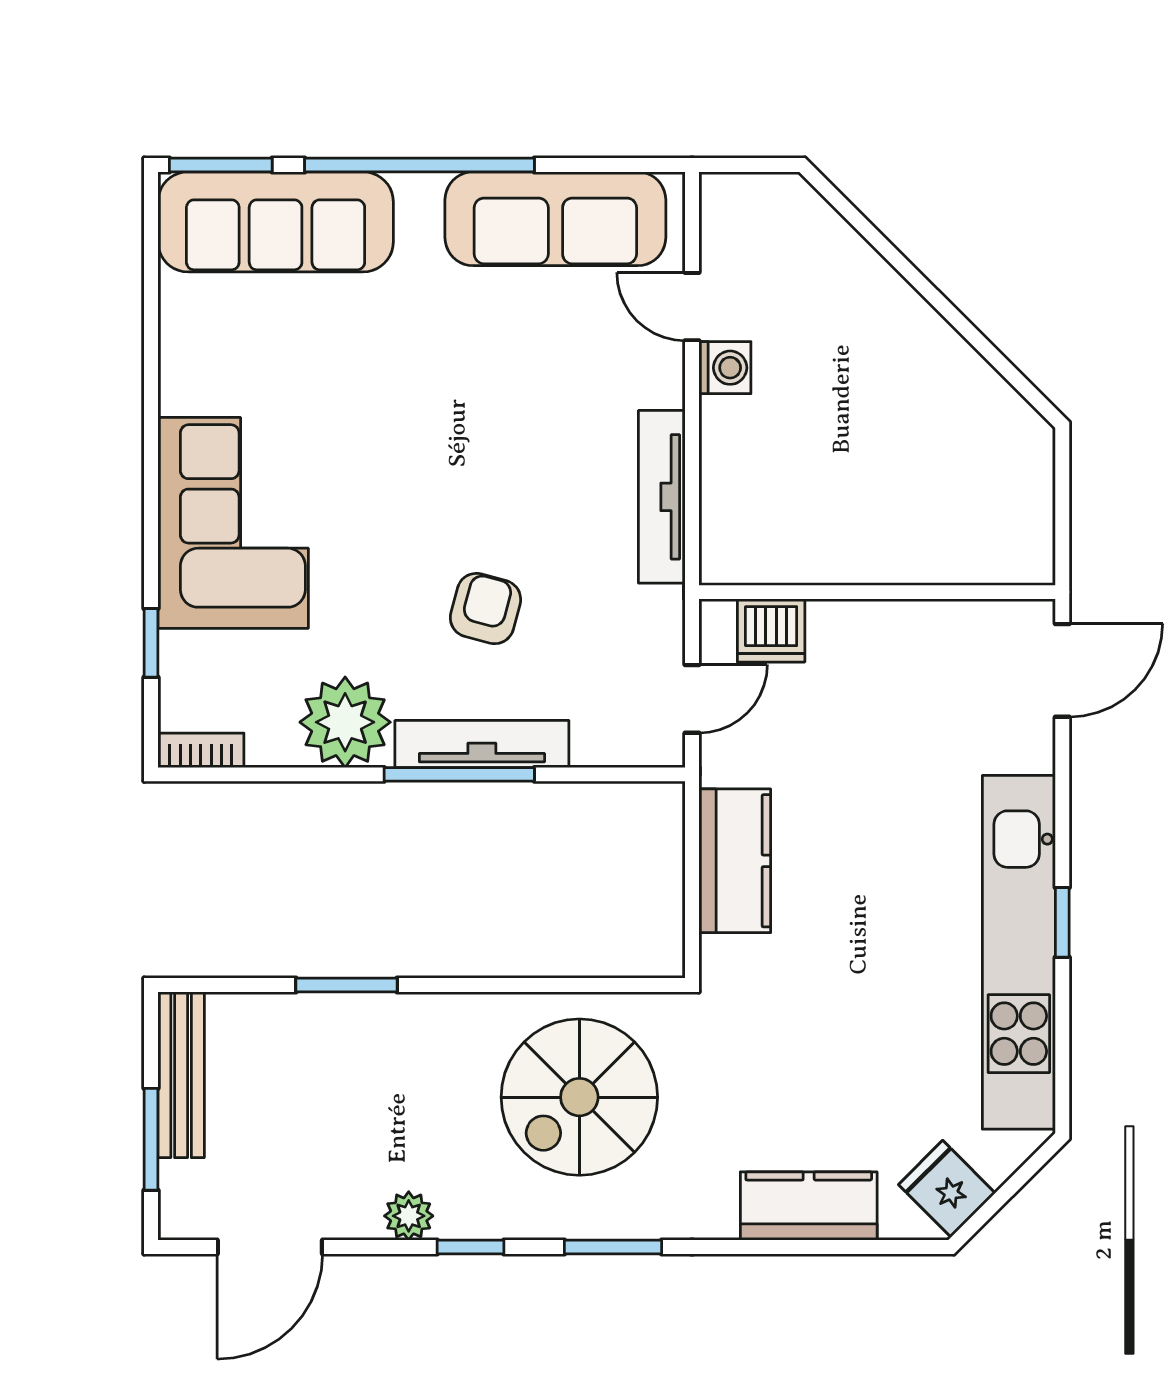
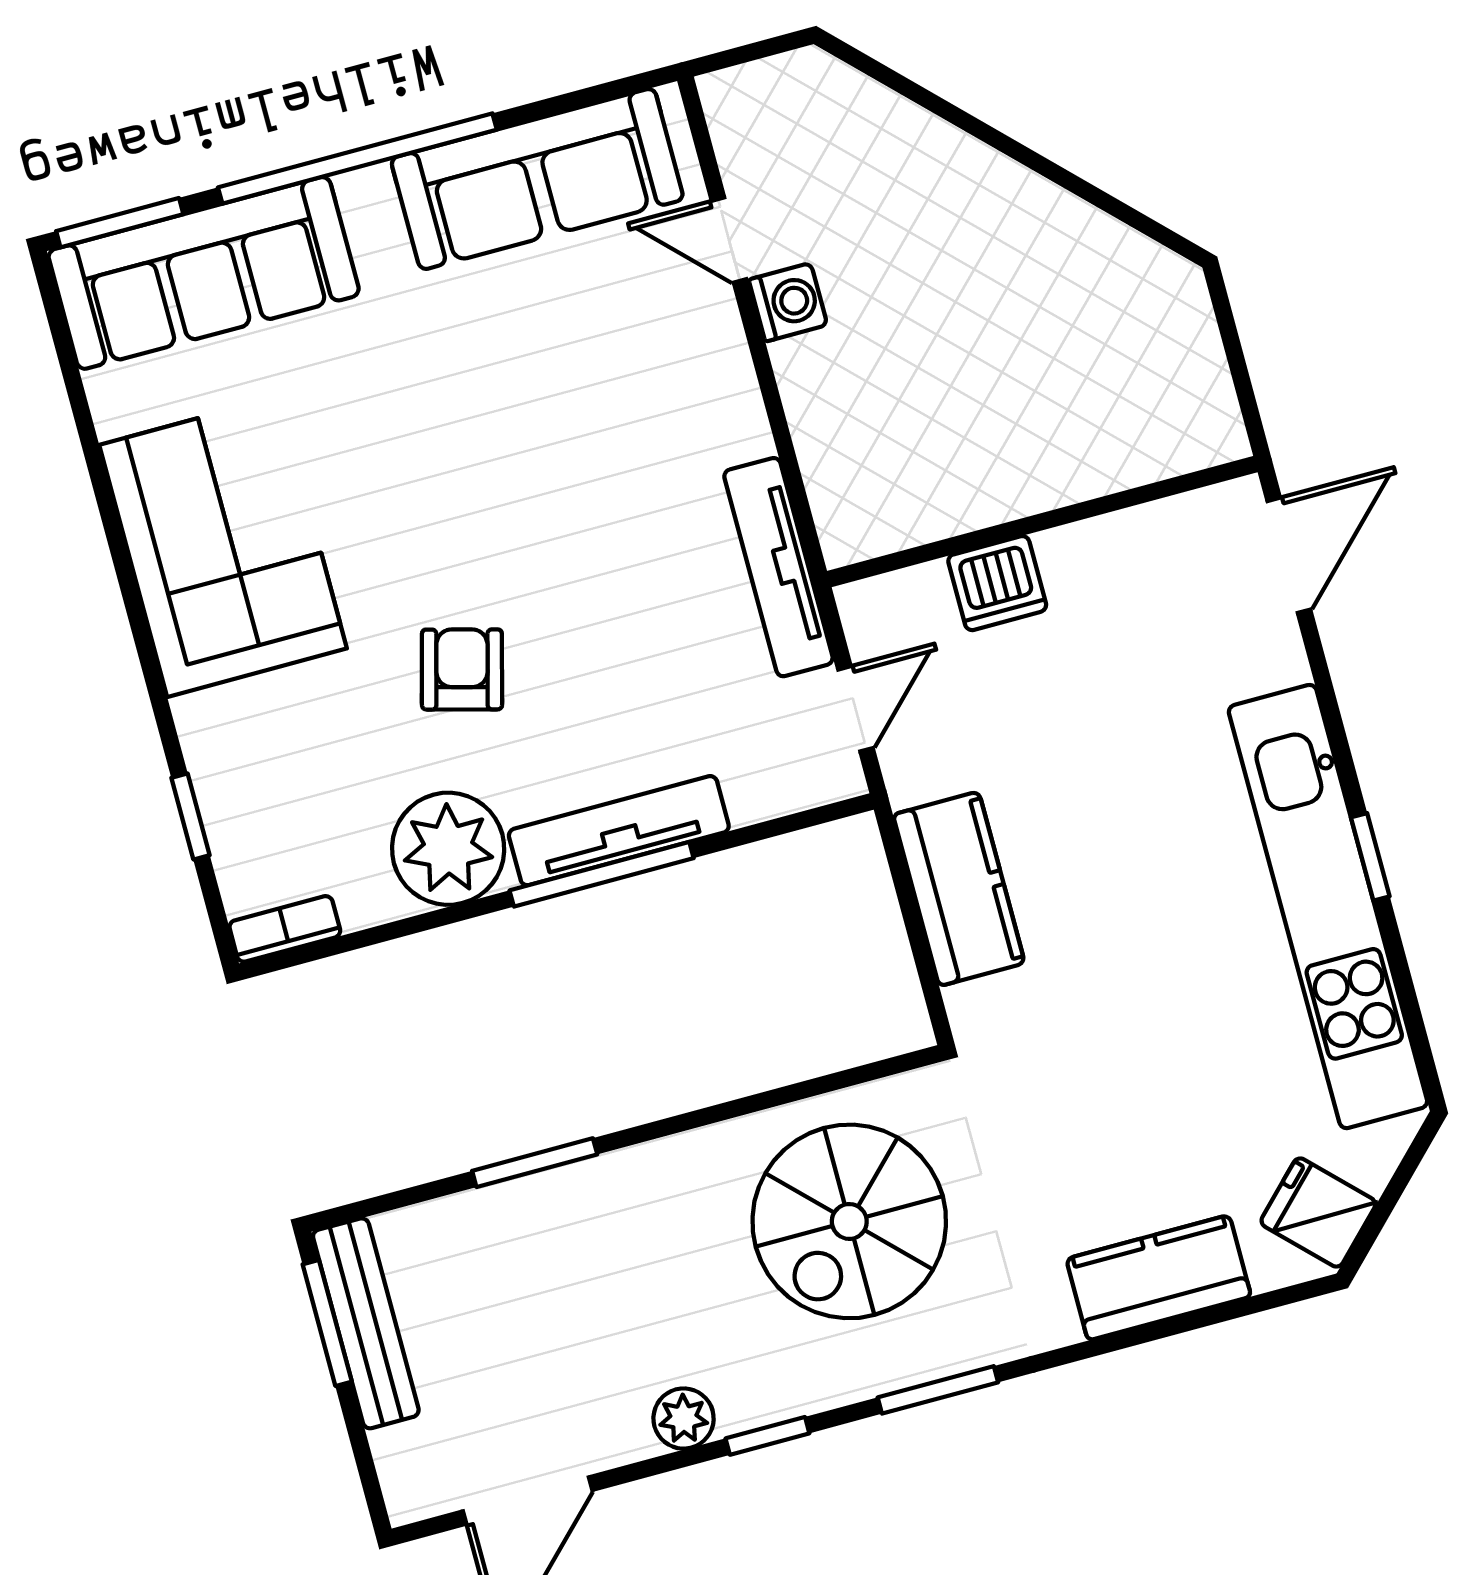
tv unit: (662, 497) -> (778, 567), moved
corner sofa: (233, 523) -> (223, 547), moved
armchair: (485, 609) -> (462, 669), moved
dishwasher: (771, 631) -> (997, 583), moved
window: (151, 1139) -> (327, 1323), moved

